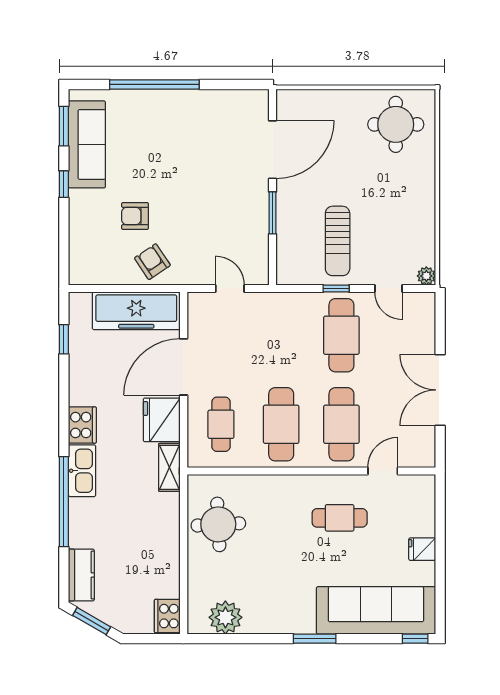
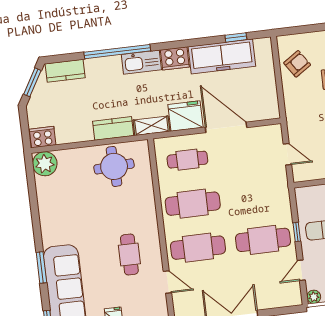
armchair: (152, 262) -> (297, 64), moved
door: (230, 289) -> (287, 154), hinge flipped
freezer: (136, 311) -> (222, 56), moved, turned -90
kitchen counter: (167, 520) -> (113, 128), added
plant: (225, 617) -> (45, 164), moved
window: (315, 639) -> (41, 267), moved

